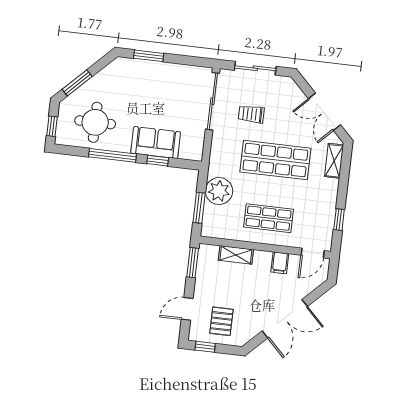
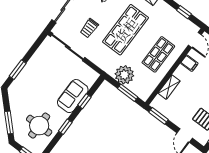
window: (112, 155) -> (65, 127), width x0.46

